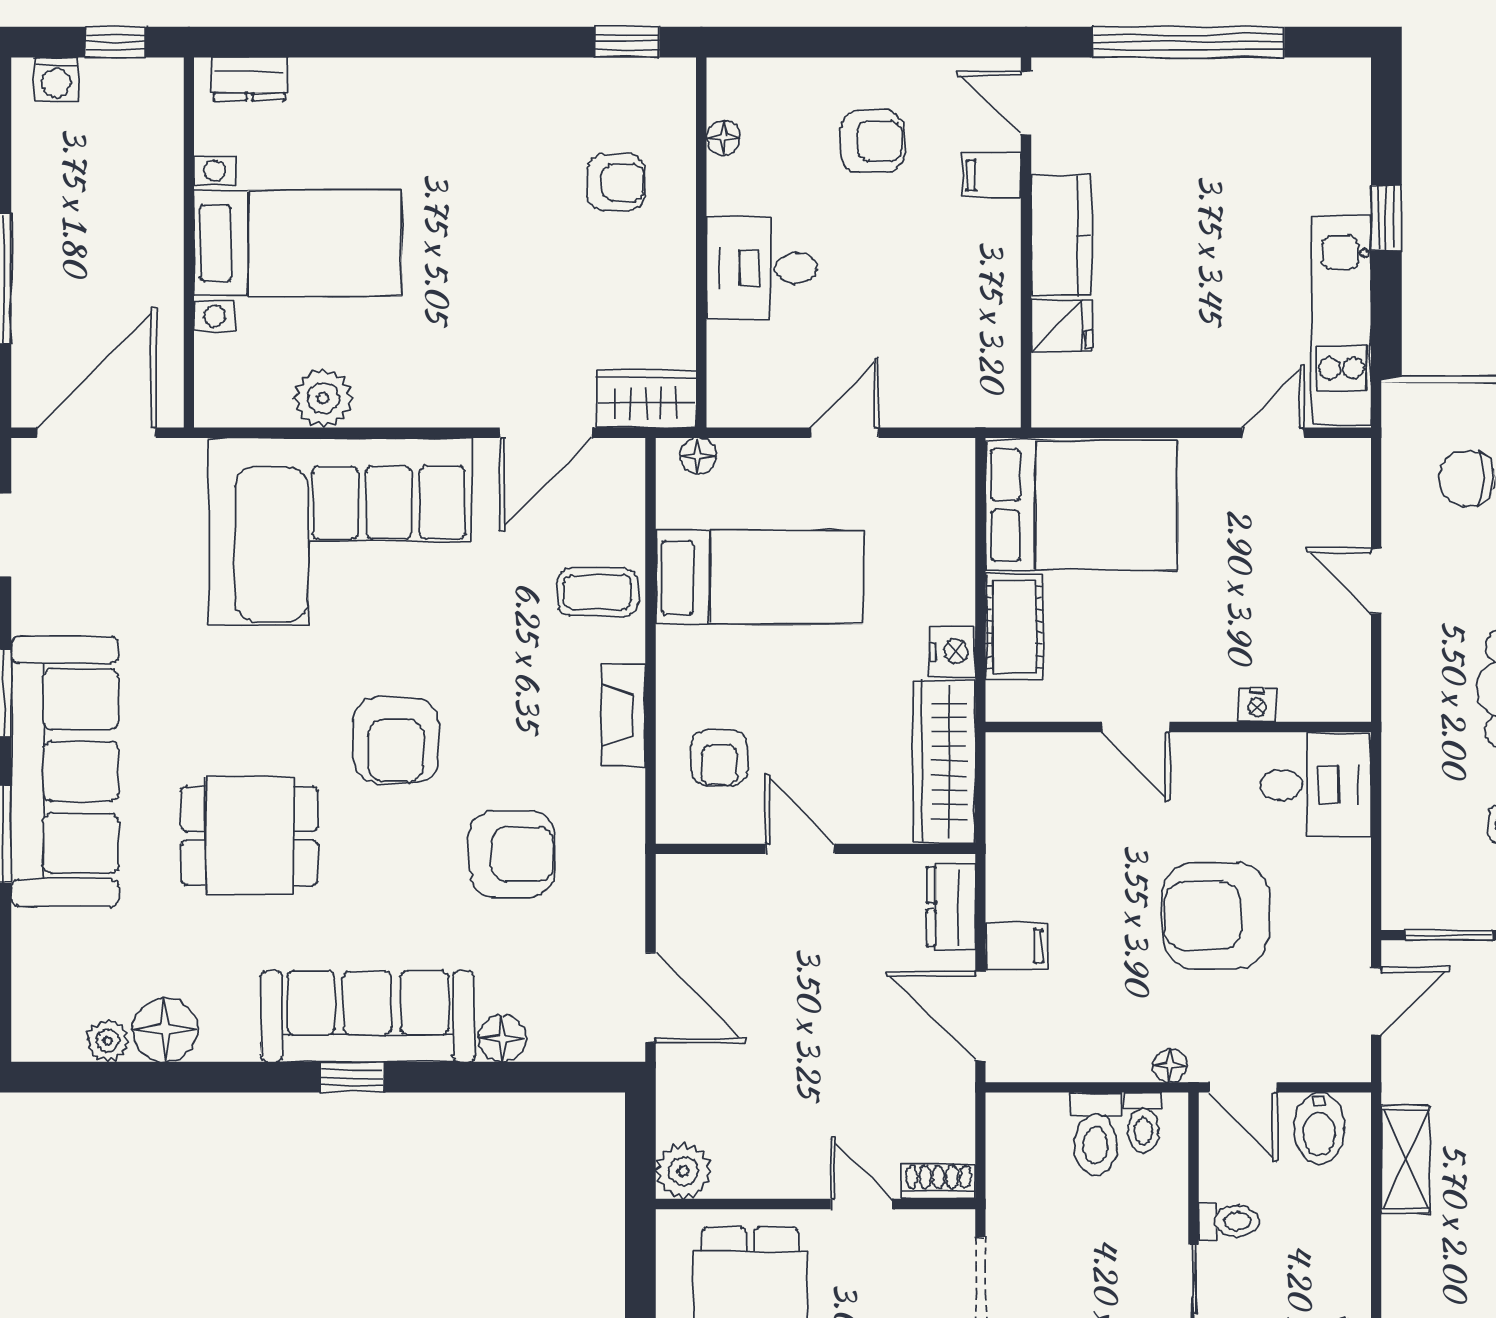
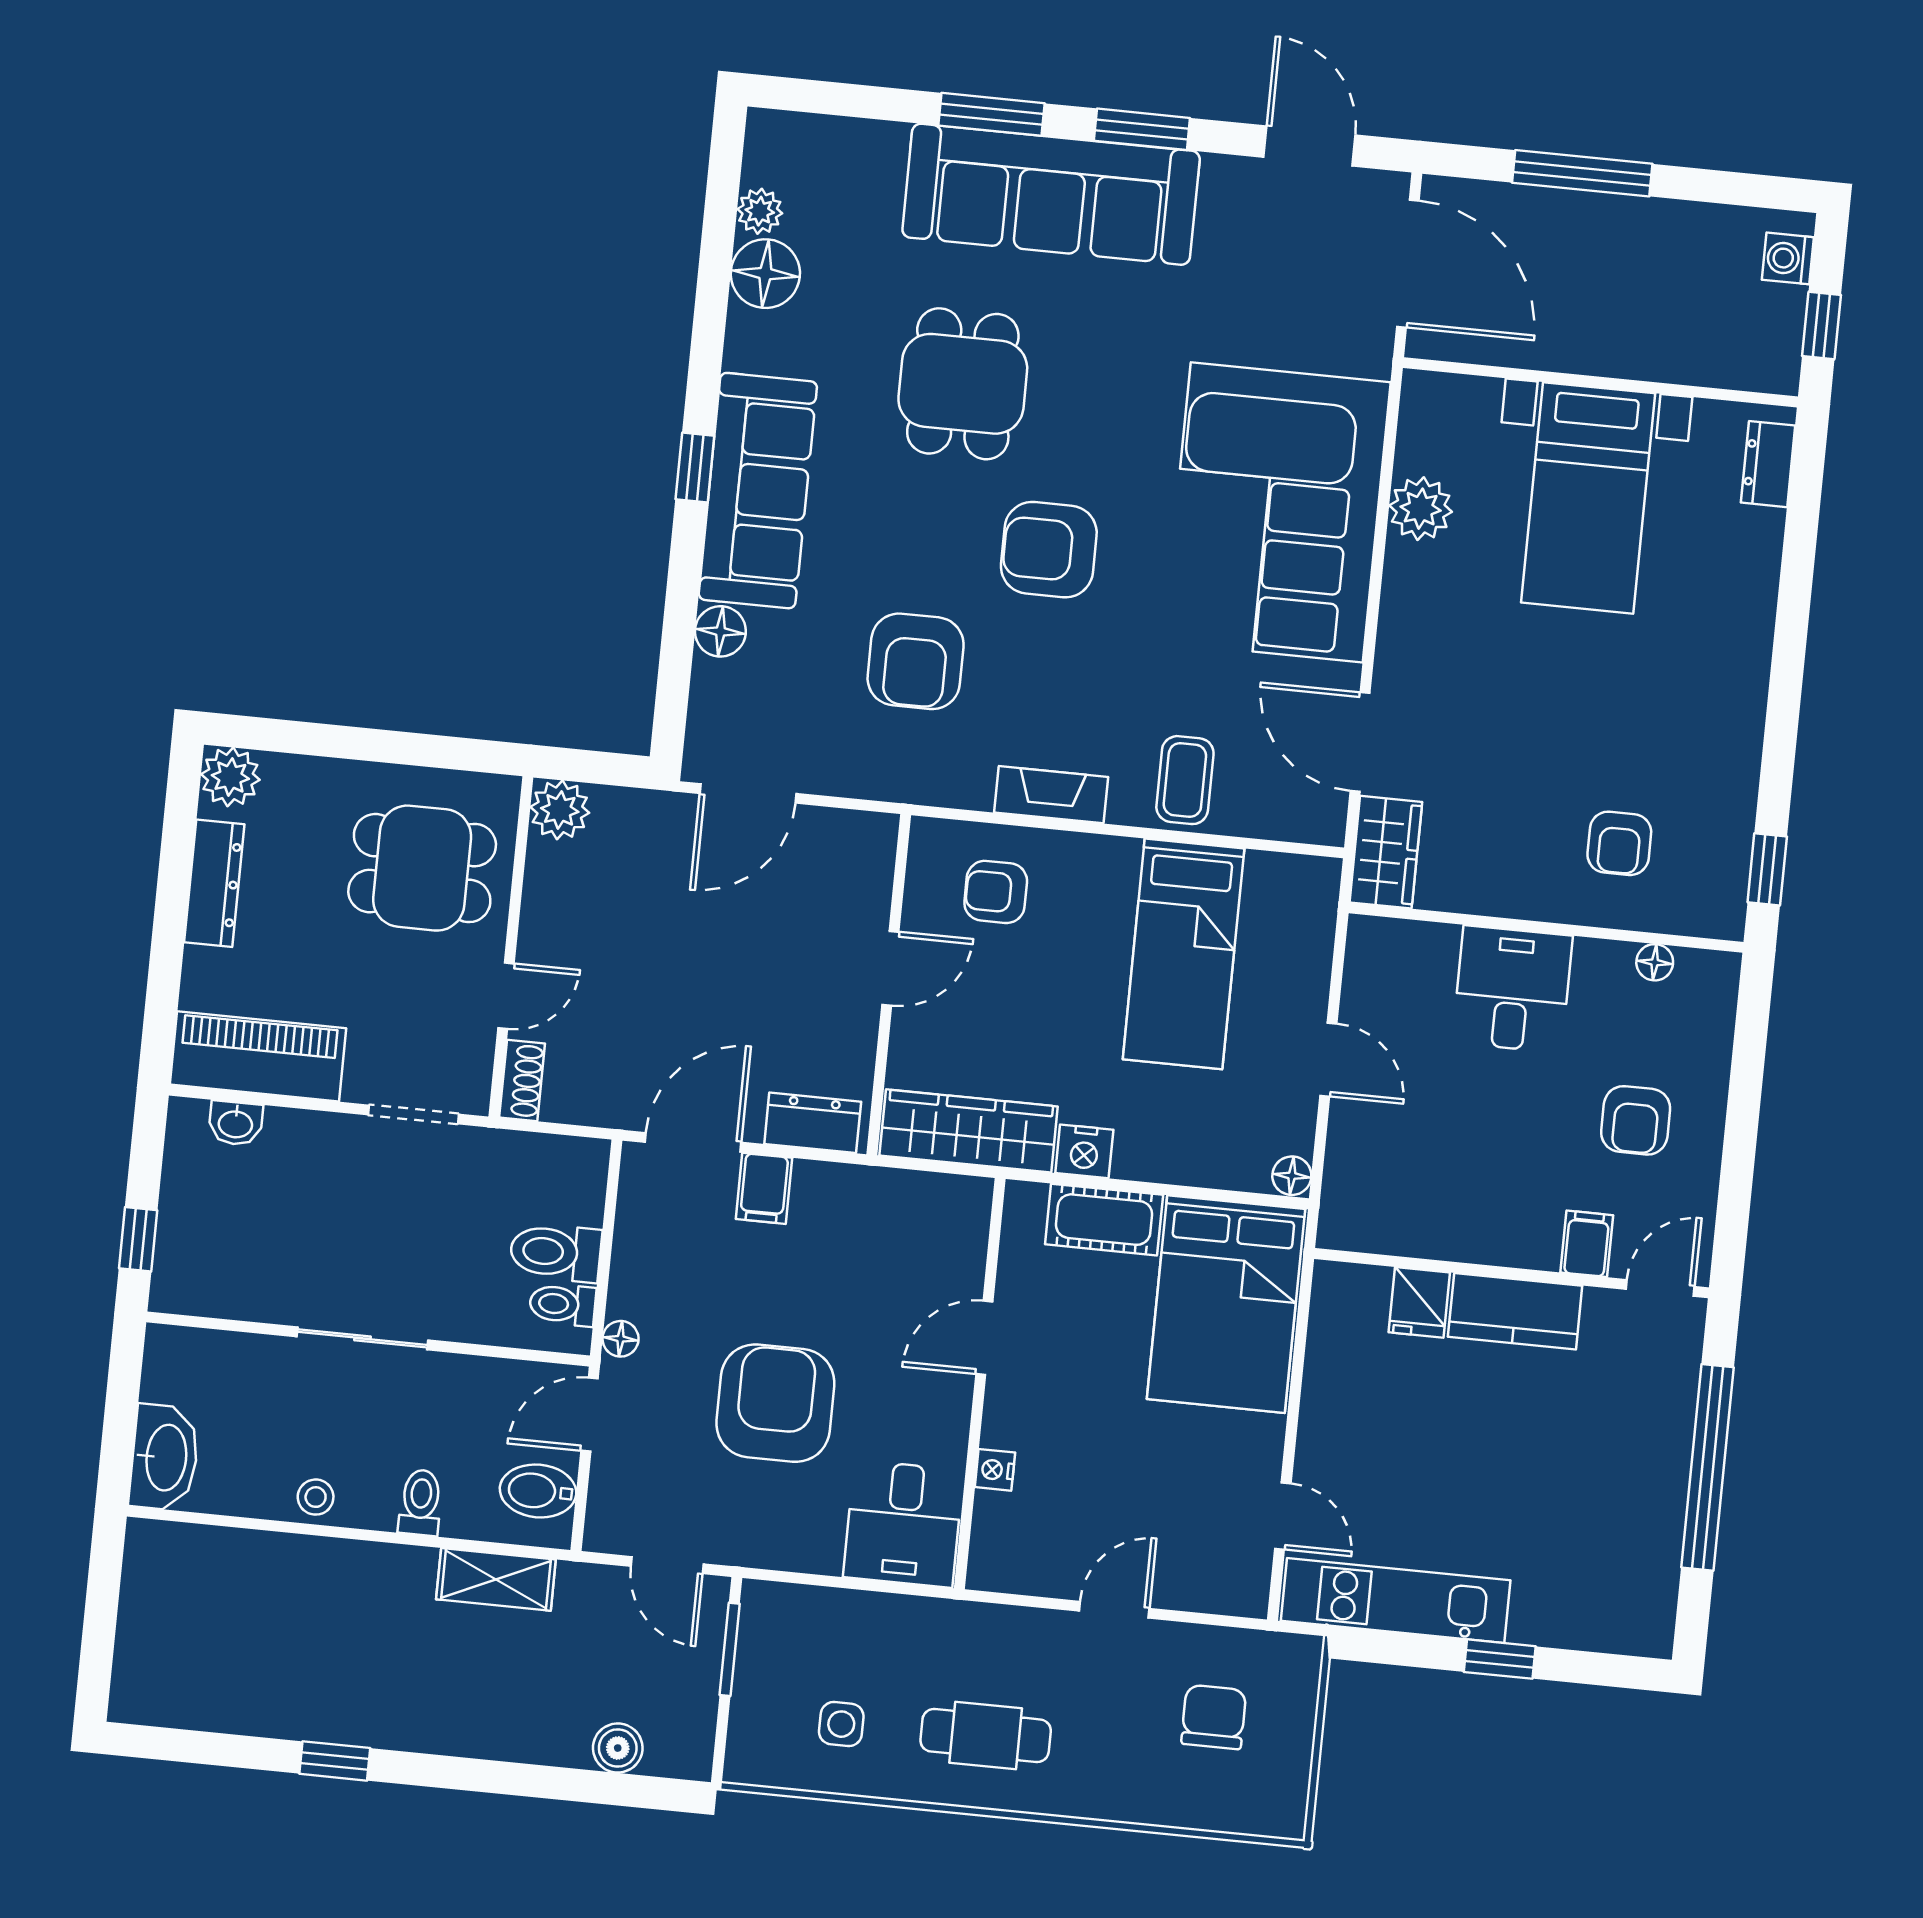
floor lamp: (698, 456) -> (1292, 1176), moved
toilet: (1229, 1221) -> (420, 1502), moved, turned 180

